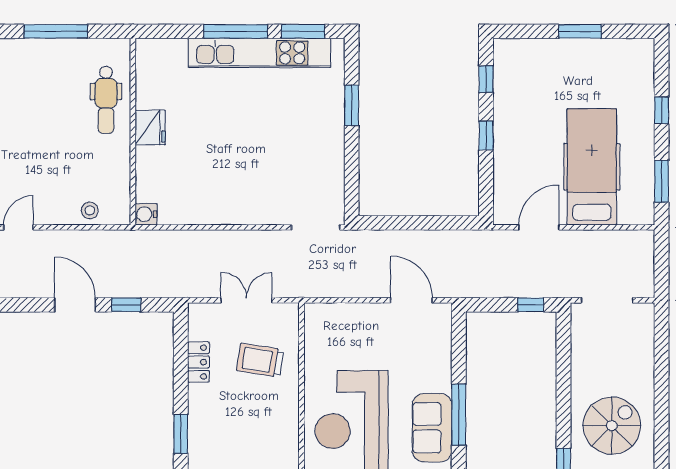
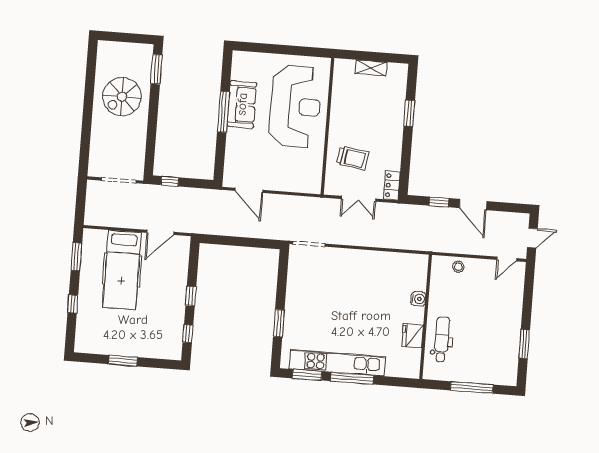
fridge: (150, 128) -> (413, 336), moved
water cooler: (146, 214) -> (418, 299), moved
locker: (198, 362) -> (392, 185), moved

